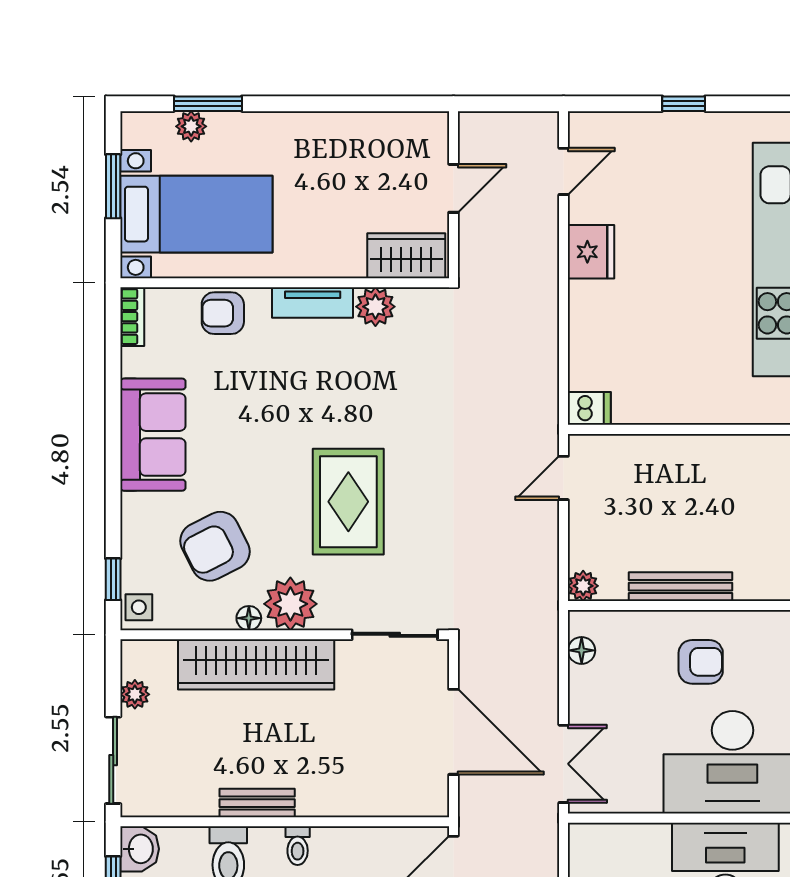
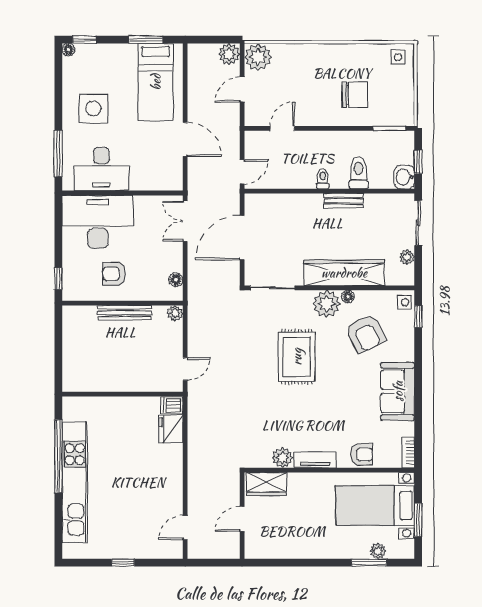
fridge: (591, 252) -> (171, 429), moved
armchair: (215, 546) -> (366, 334), turned 91
door: (454, 732) -> (242, 238), hinge flipped

